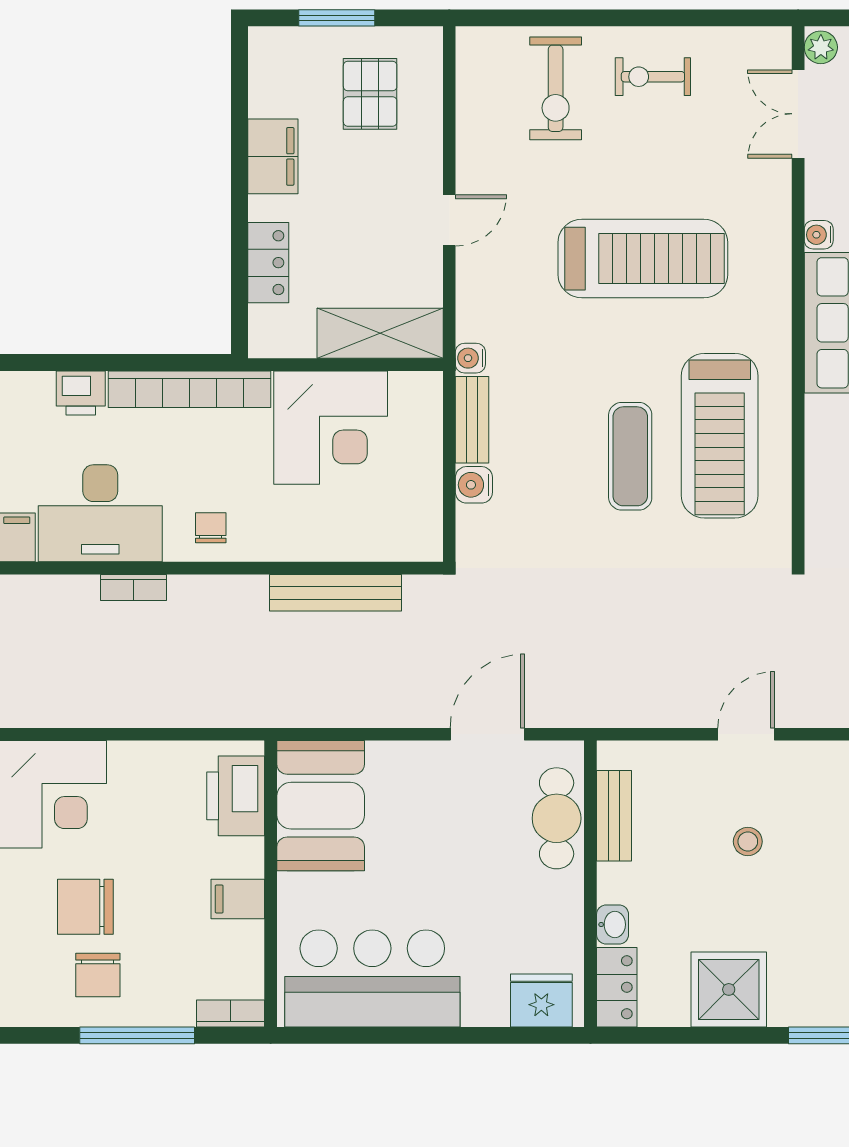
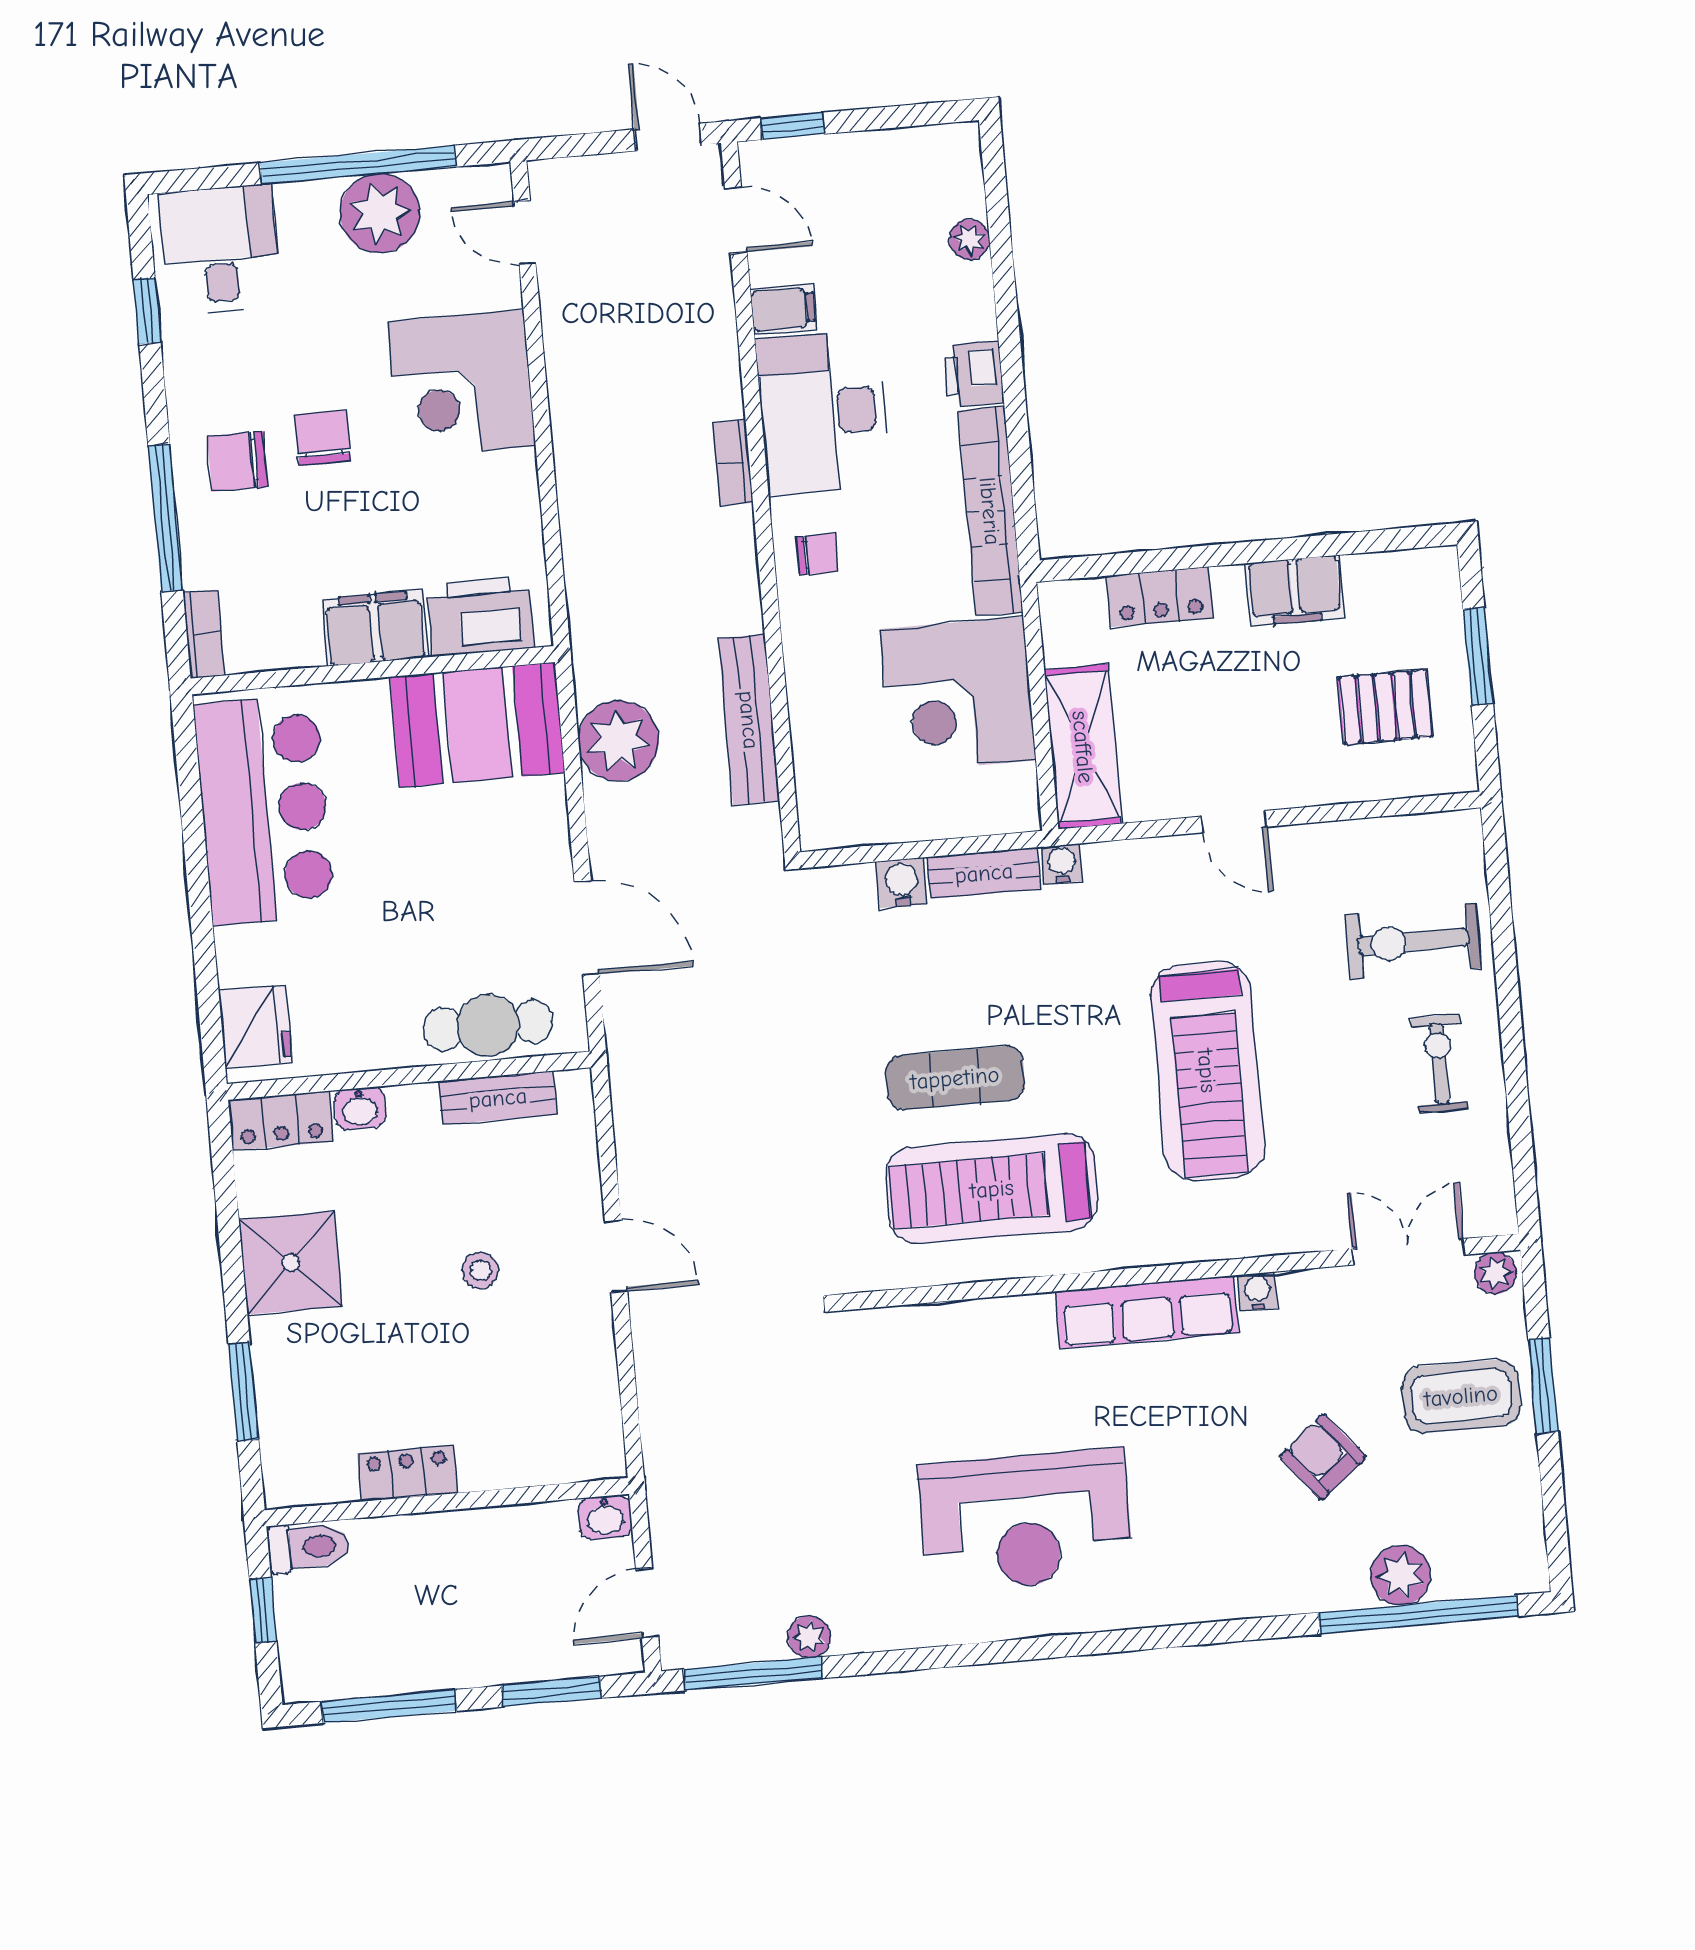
plant: (343, 696) -> (618, 741), added
filing cabinet: (238, 899) -> (375, 628), width x2.00
chair: (85, 907) -> (323, 438), width x0.73, depth x0.73

